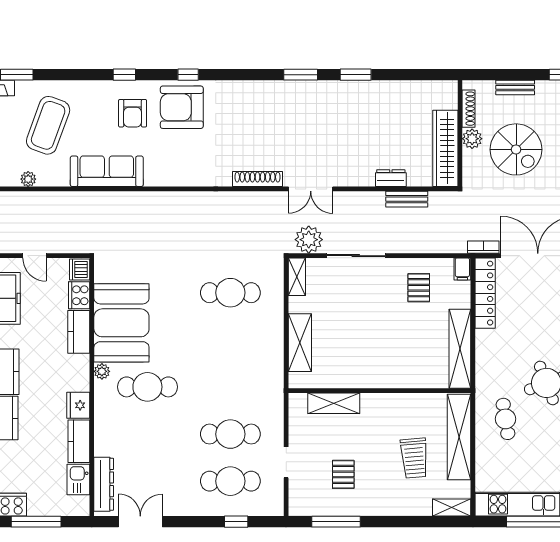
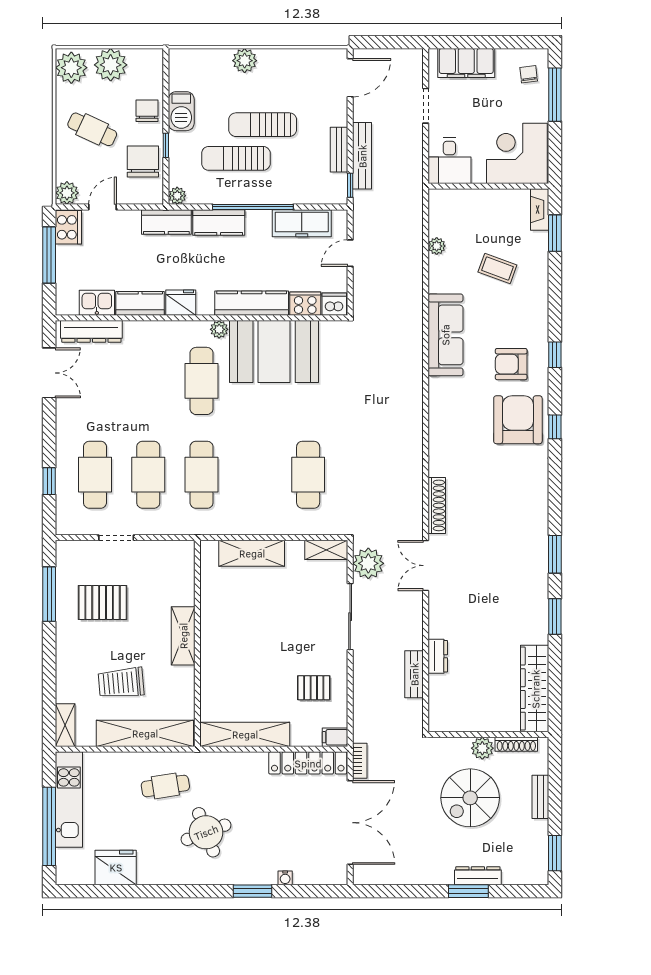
coffee table: (48, 125) -> (497, 269), width x0.54, depth x0.58
wardrobe: (445, 148) -> (535, 689), moved, turned -90
kitchen counter: (79, 332) -> (252, 303), width x1.50
cafe table: (230, 387) -> (202, 475), added
shelving: (334, 403) -> (183, 636), moved
pallet: (343, 474) -> (103, 603), width x1.50, depth x1.42

